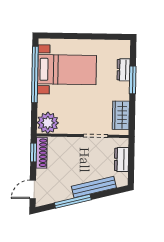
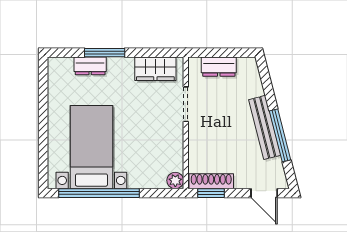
plant: (48, 123) -> (175, 180), width x0.53, depth x0.53
bench: (94, 187) -> (265, 127), moved

